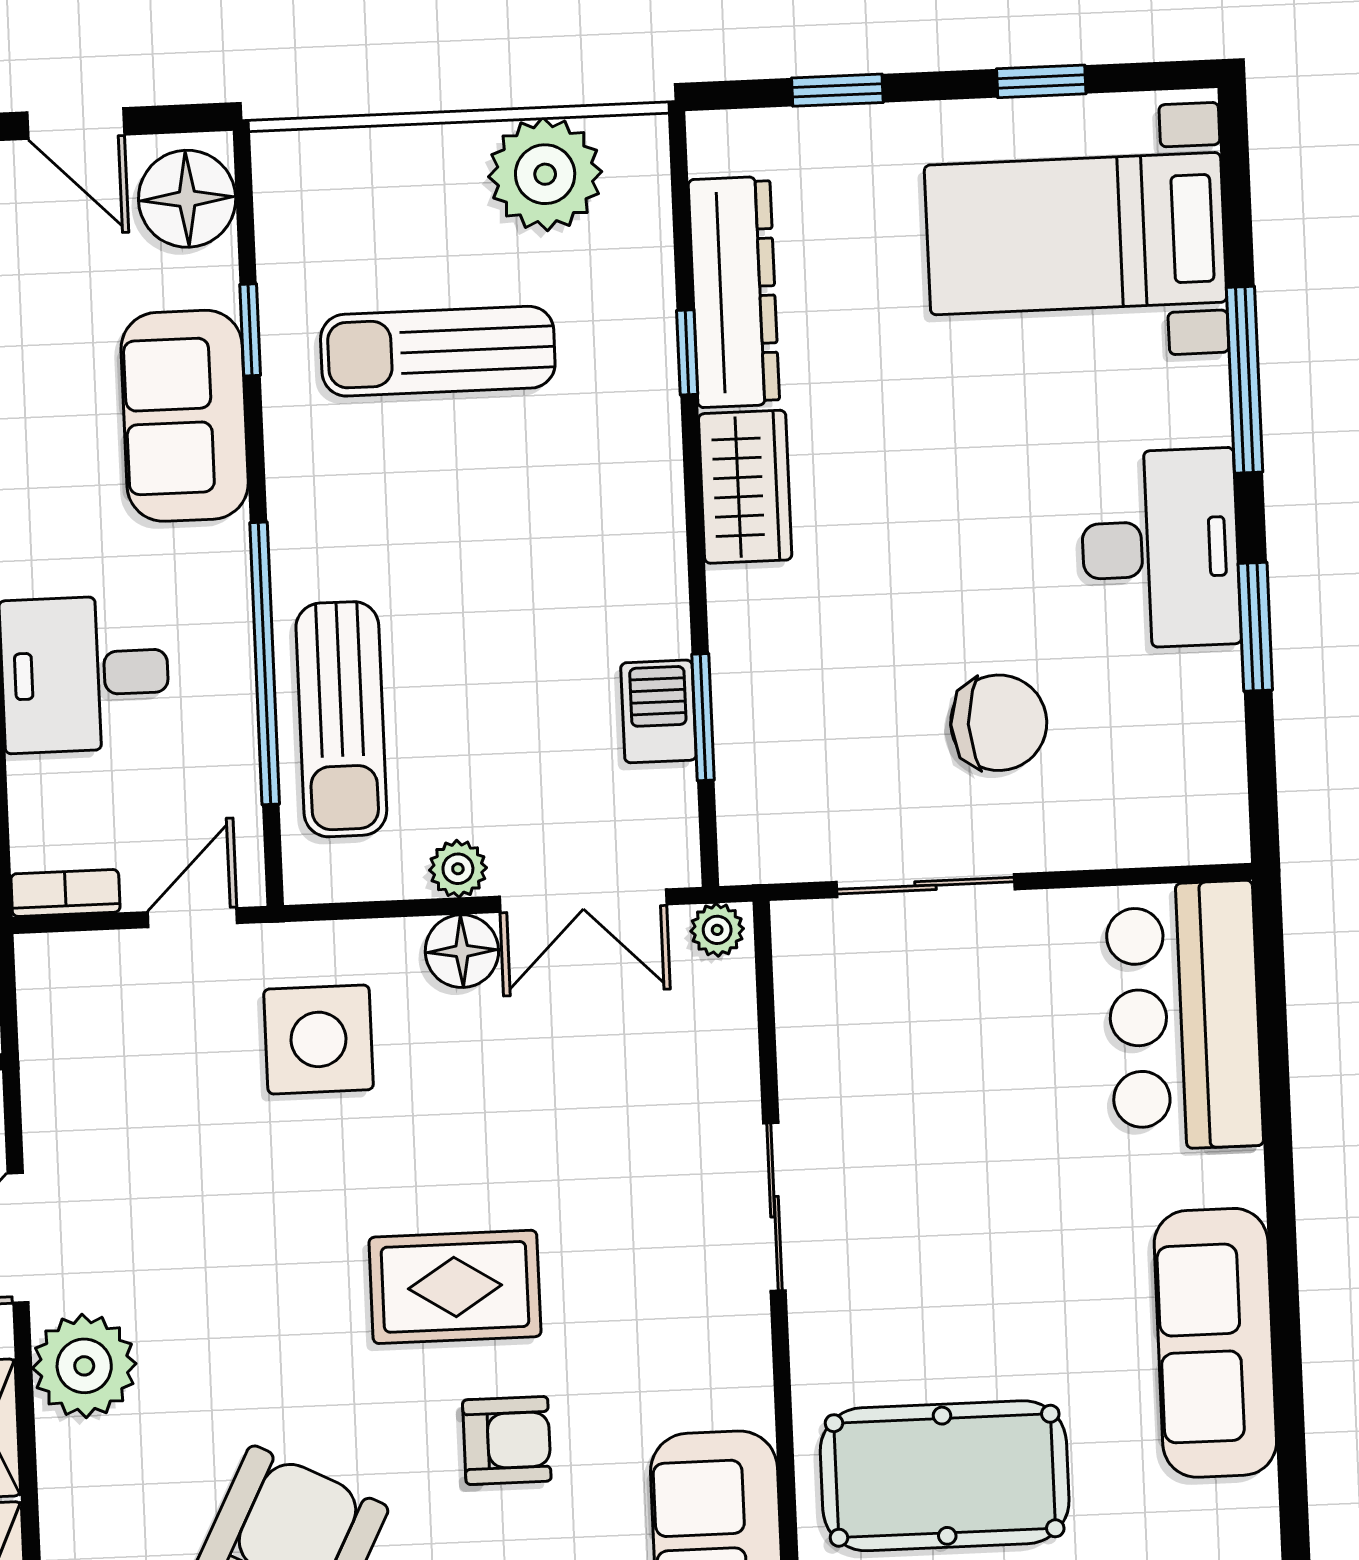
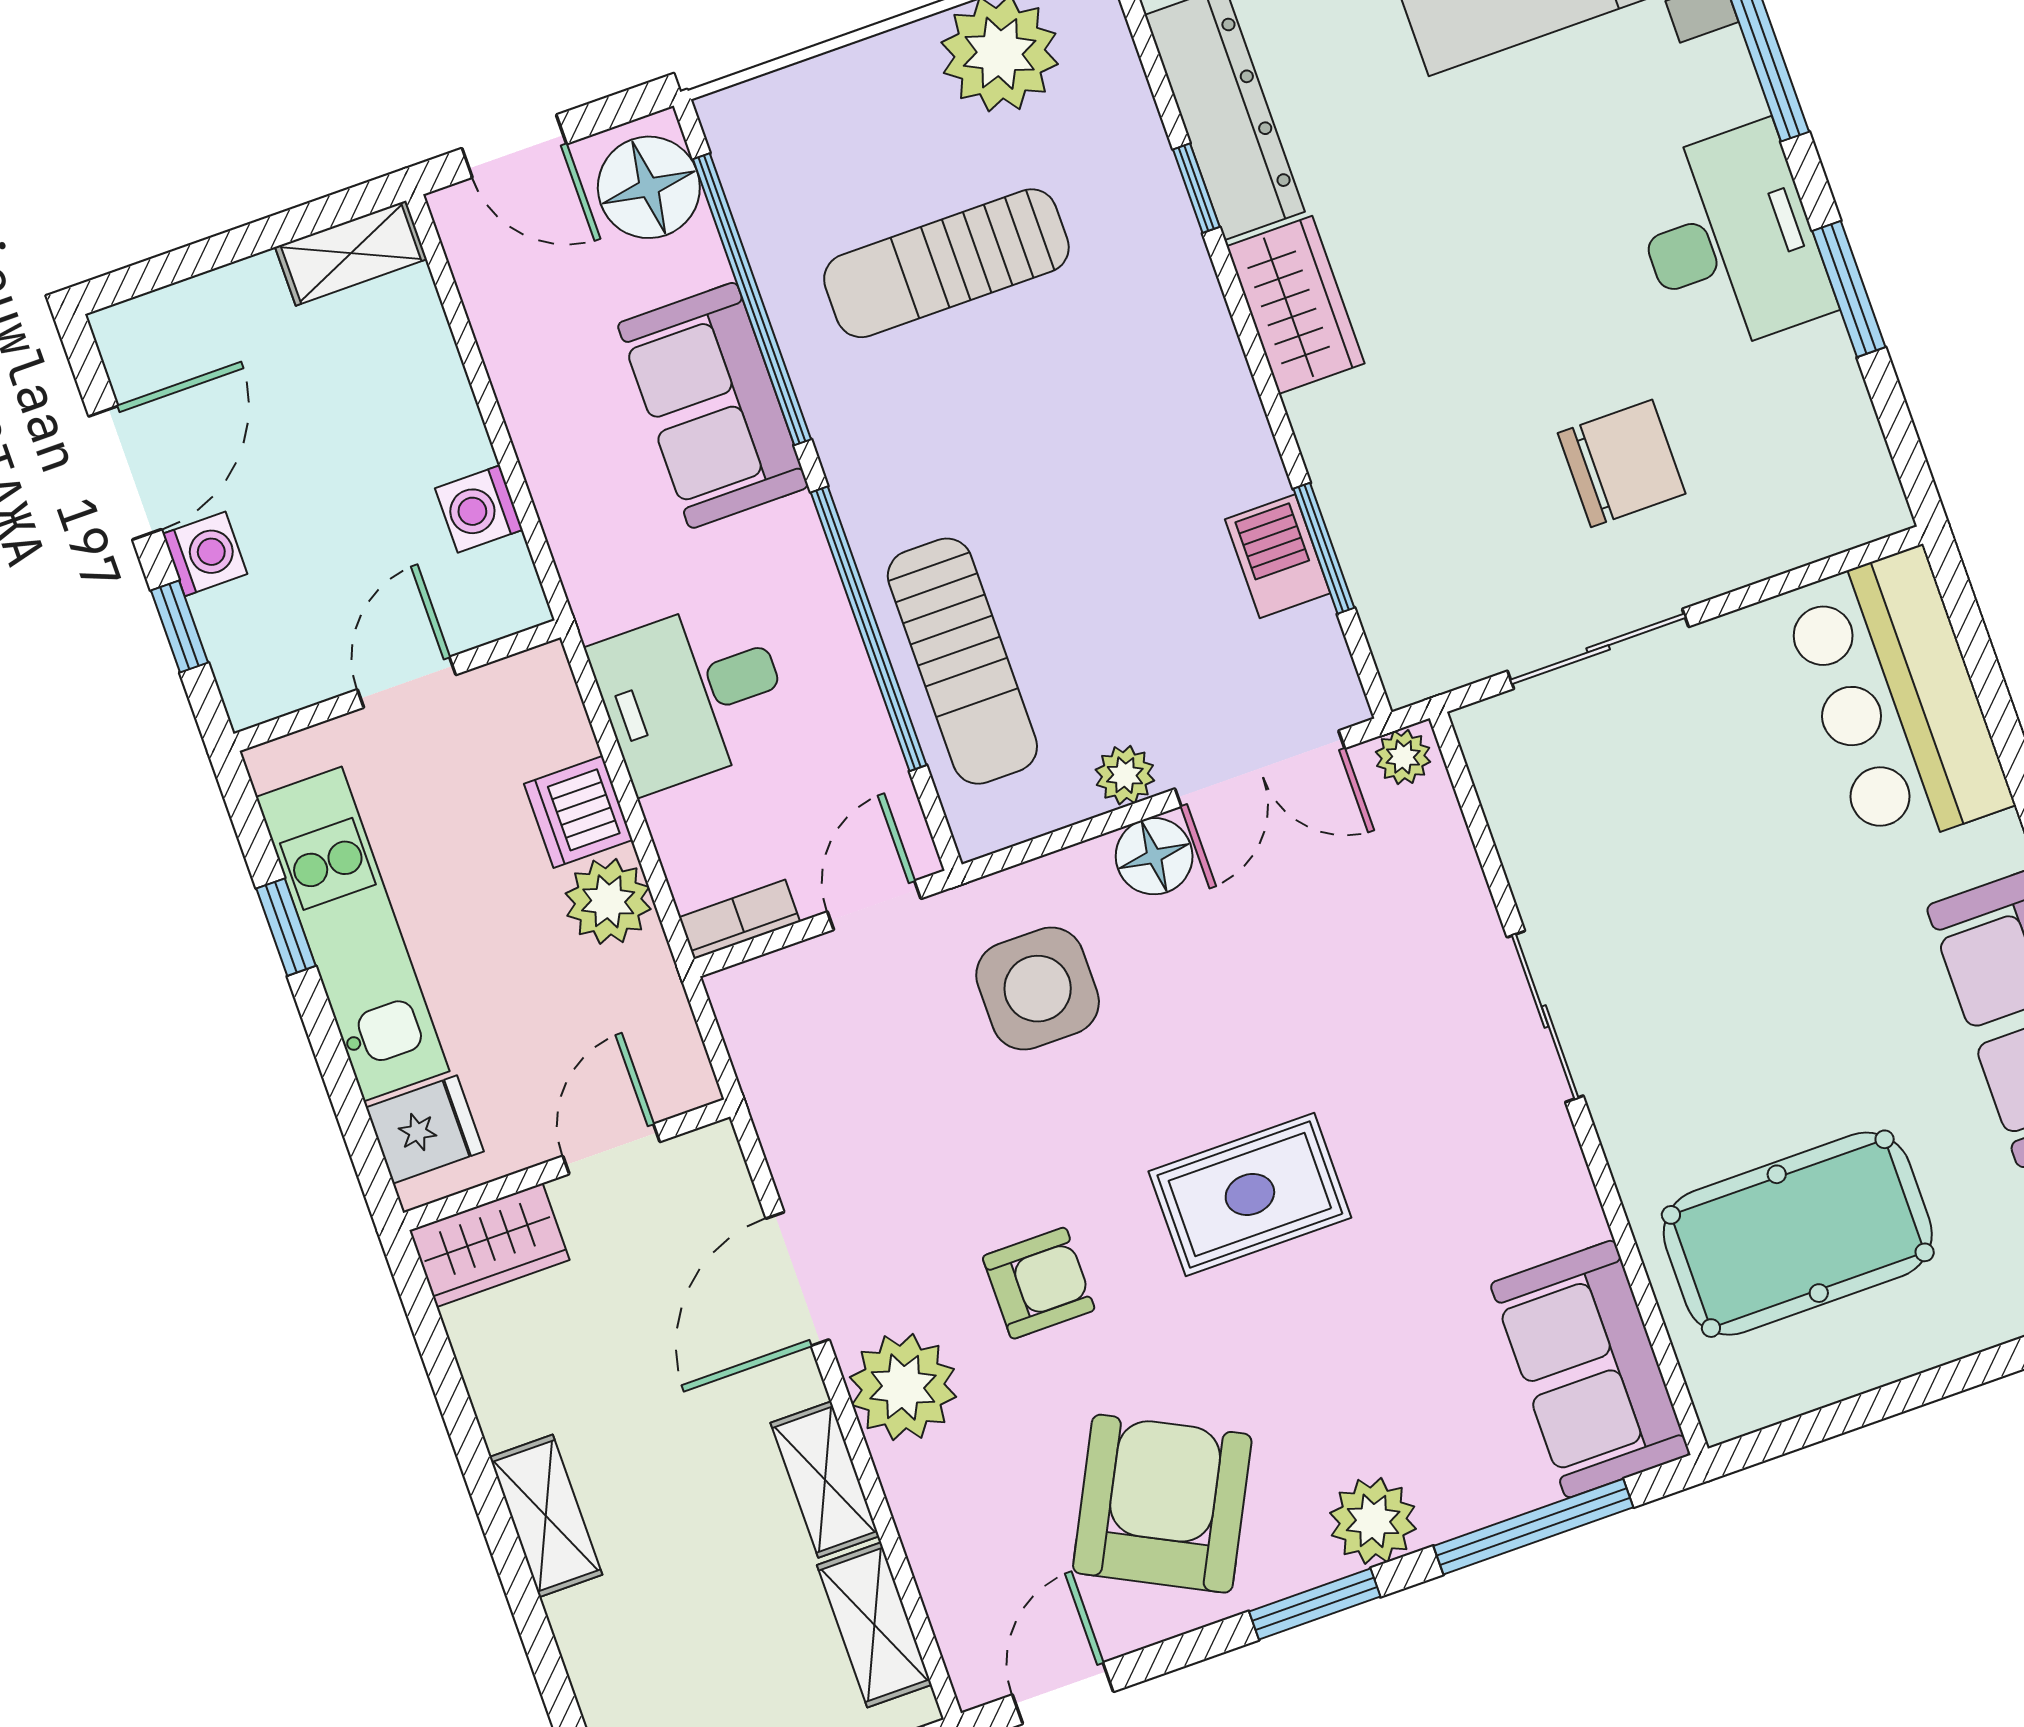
window: (250, 330) -> (752, 299), width x3.17
armchair: (507, 1441) -> (1039, 1283), moved

